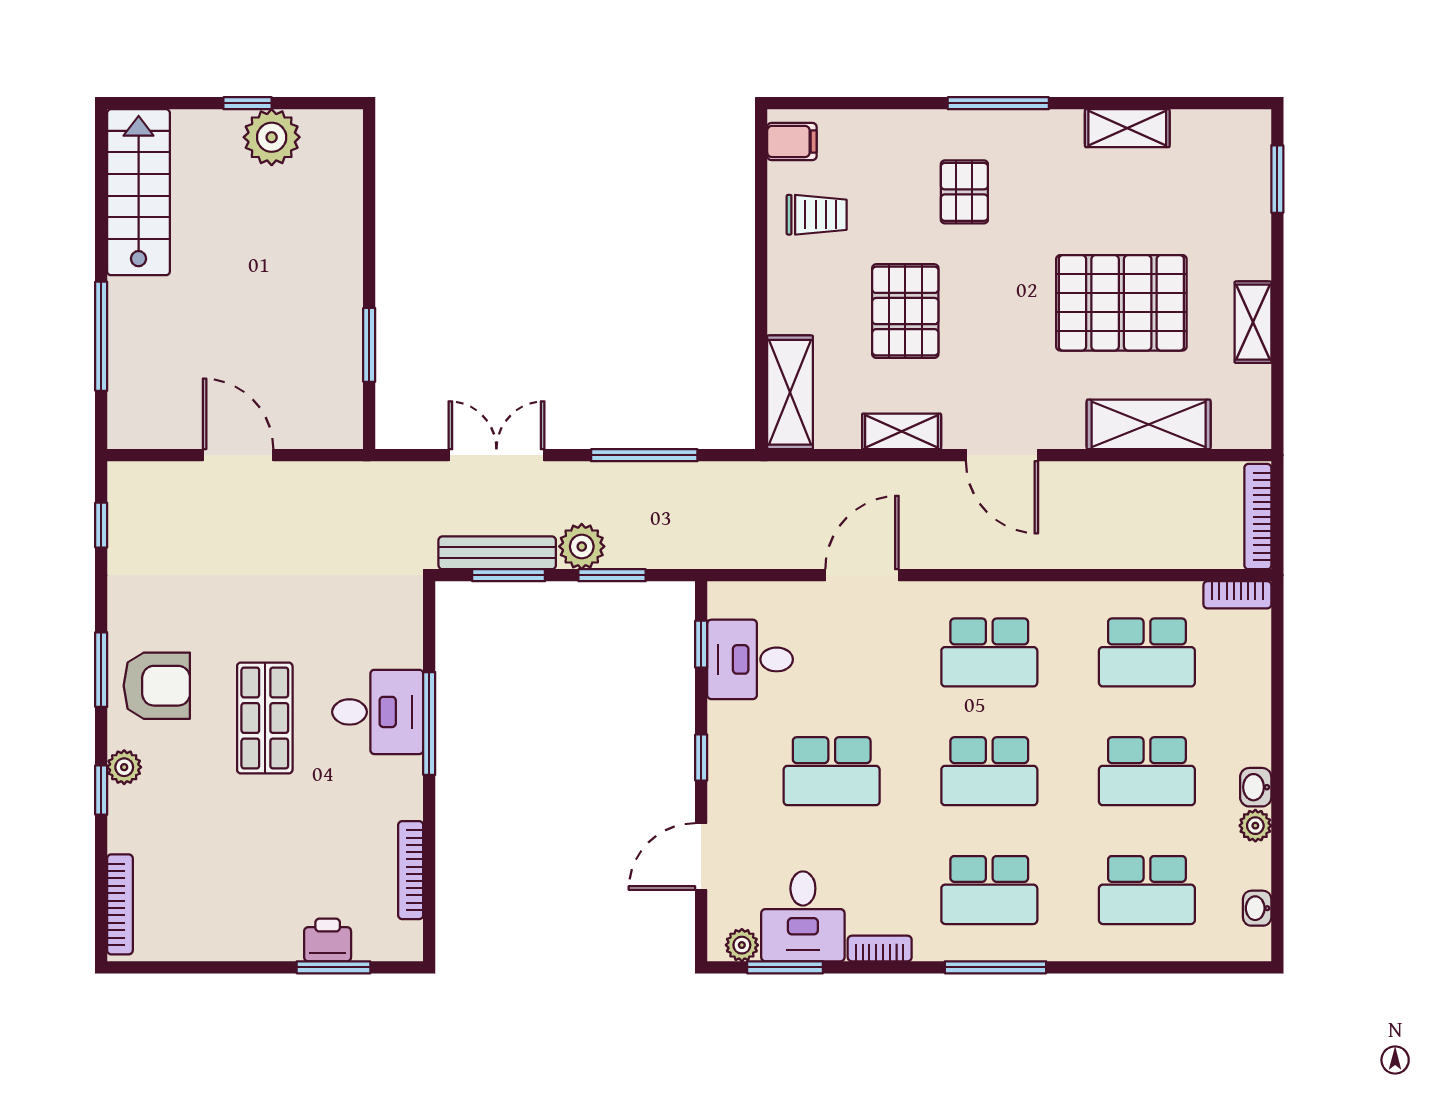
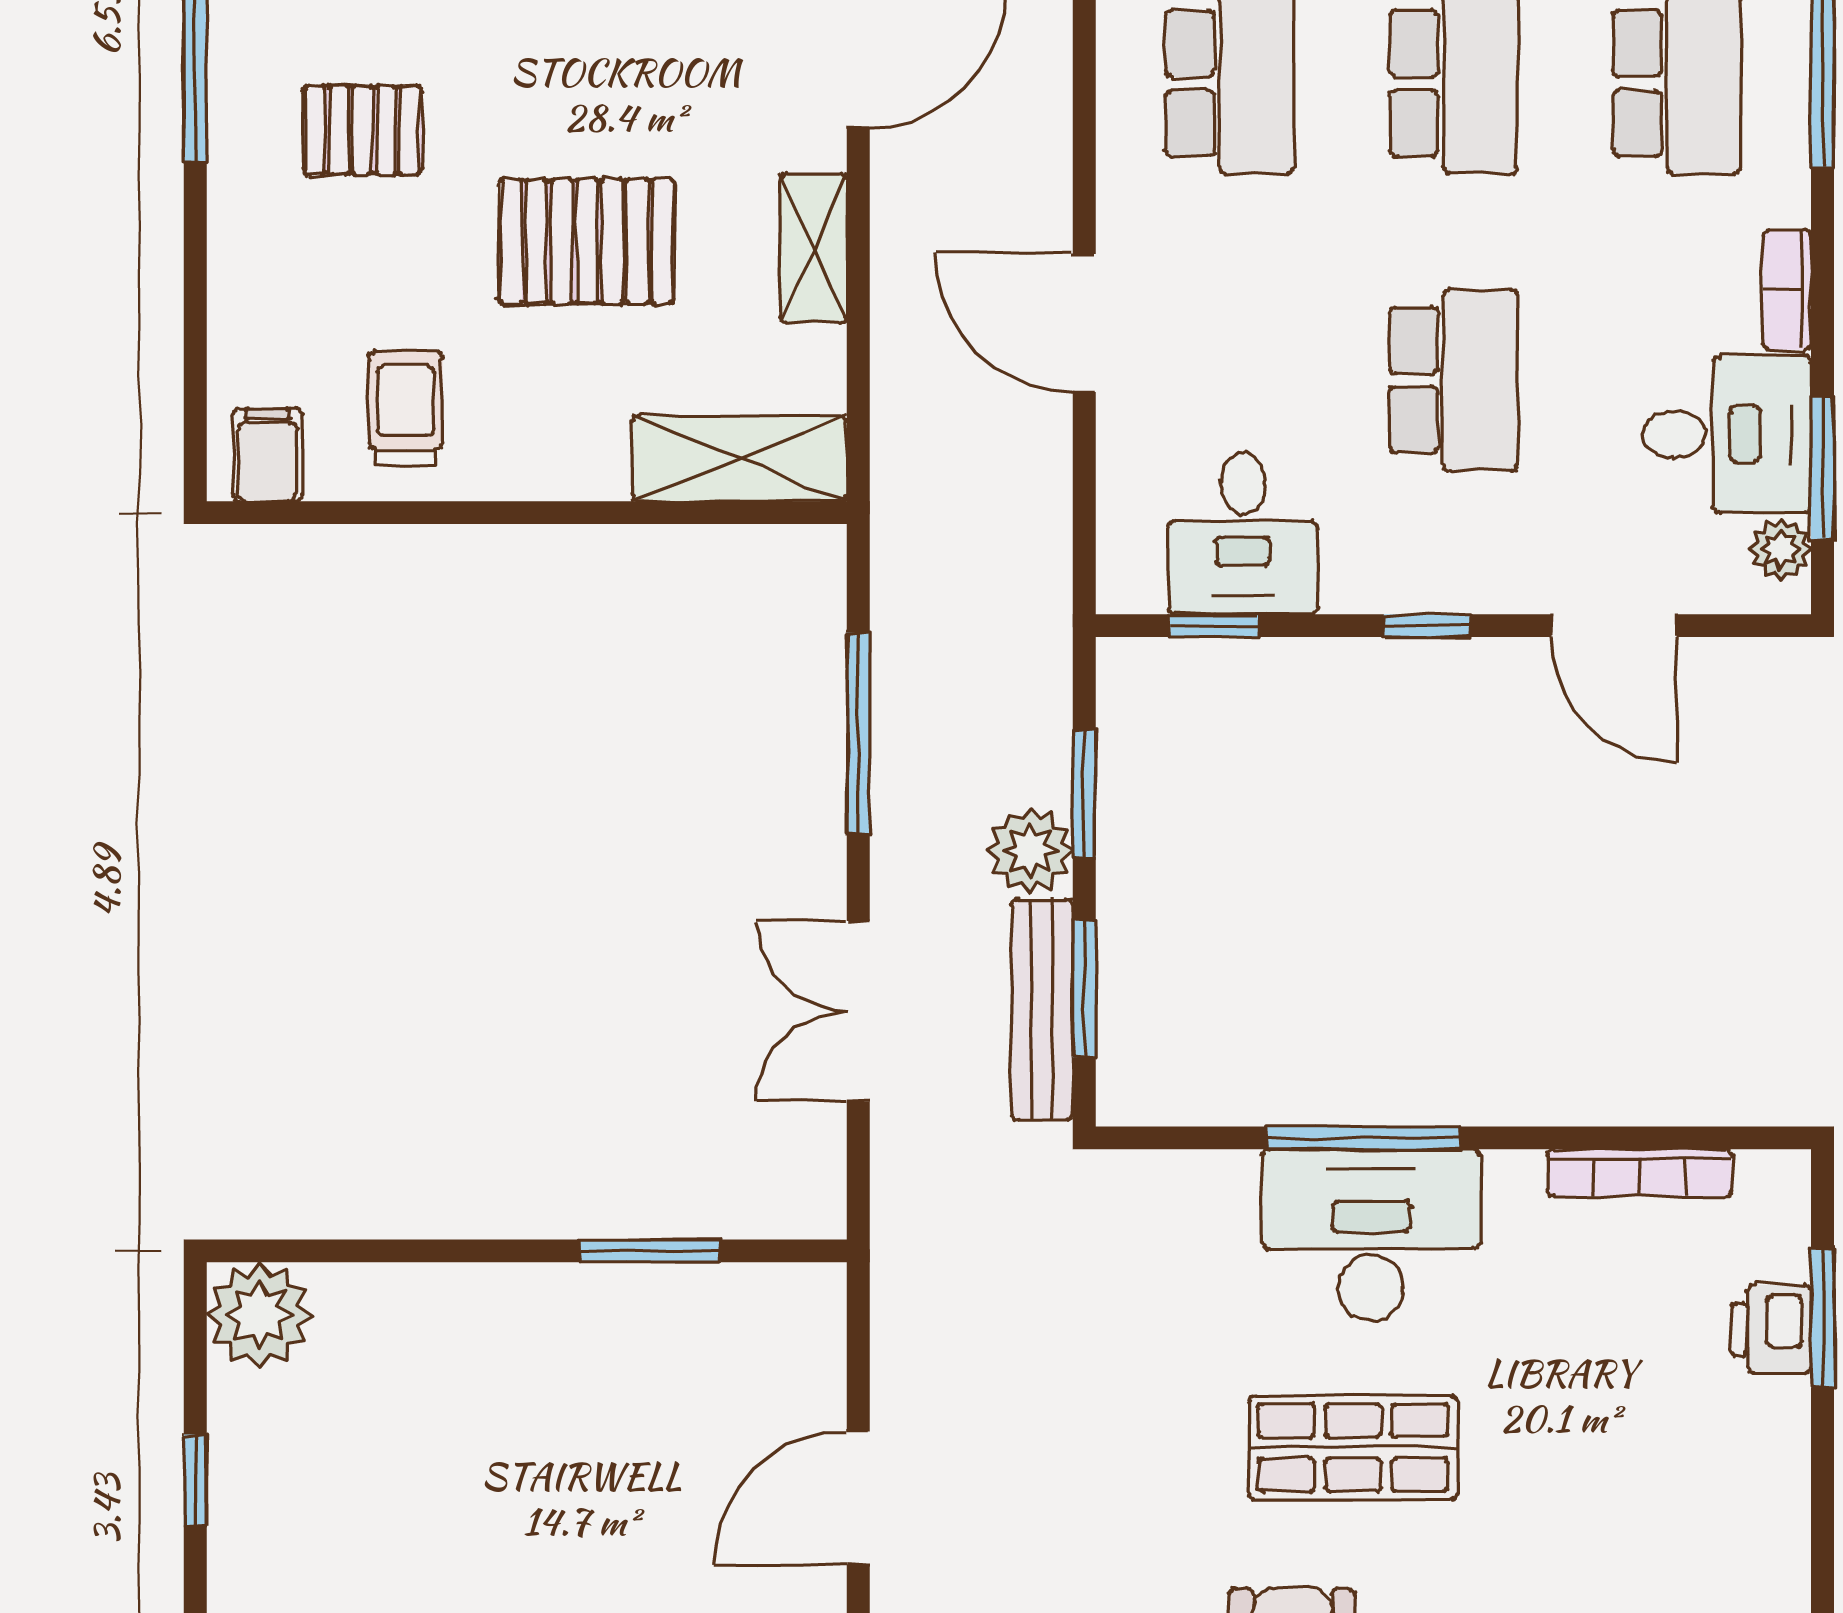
plant: (272, 137) -> (259, 1315), moved
desk: (378, 712) -> (1371, 1235), width x1.37

